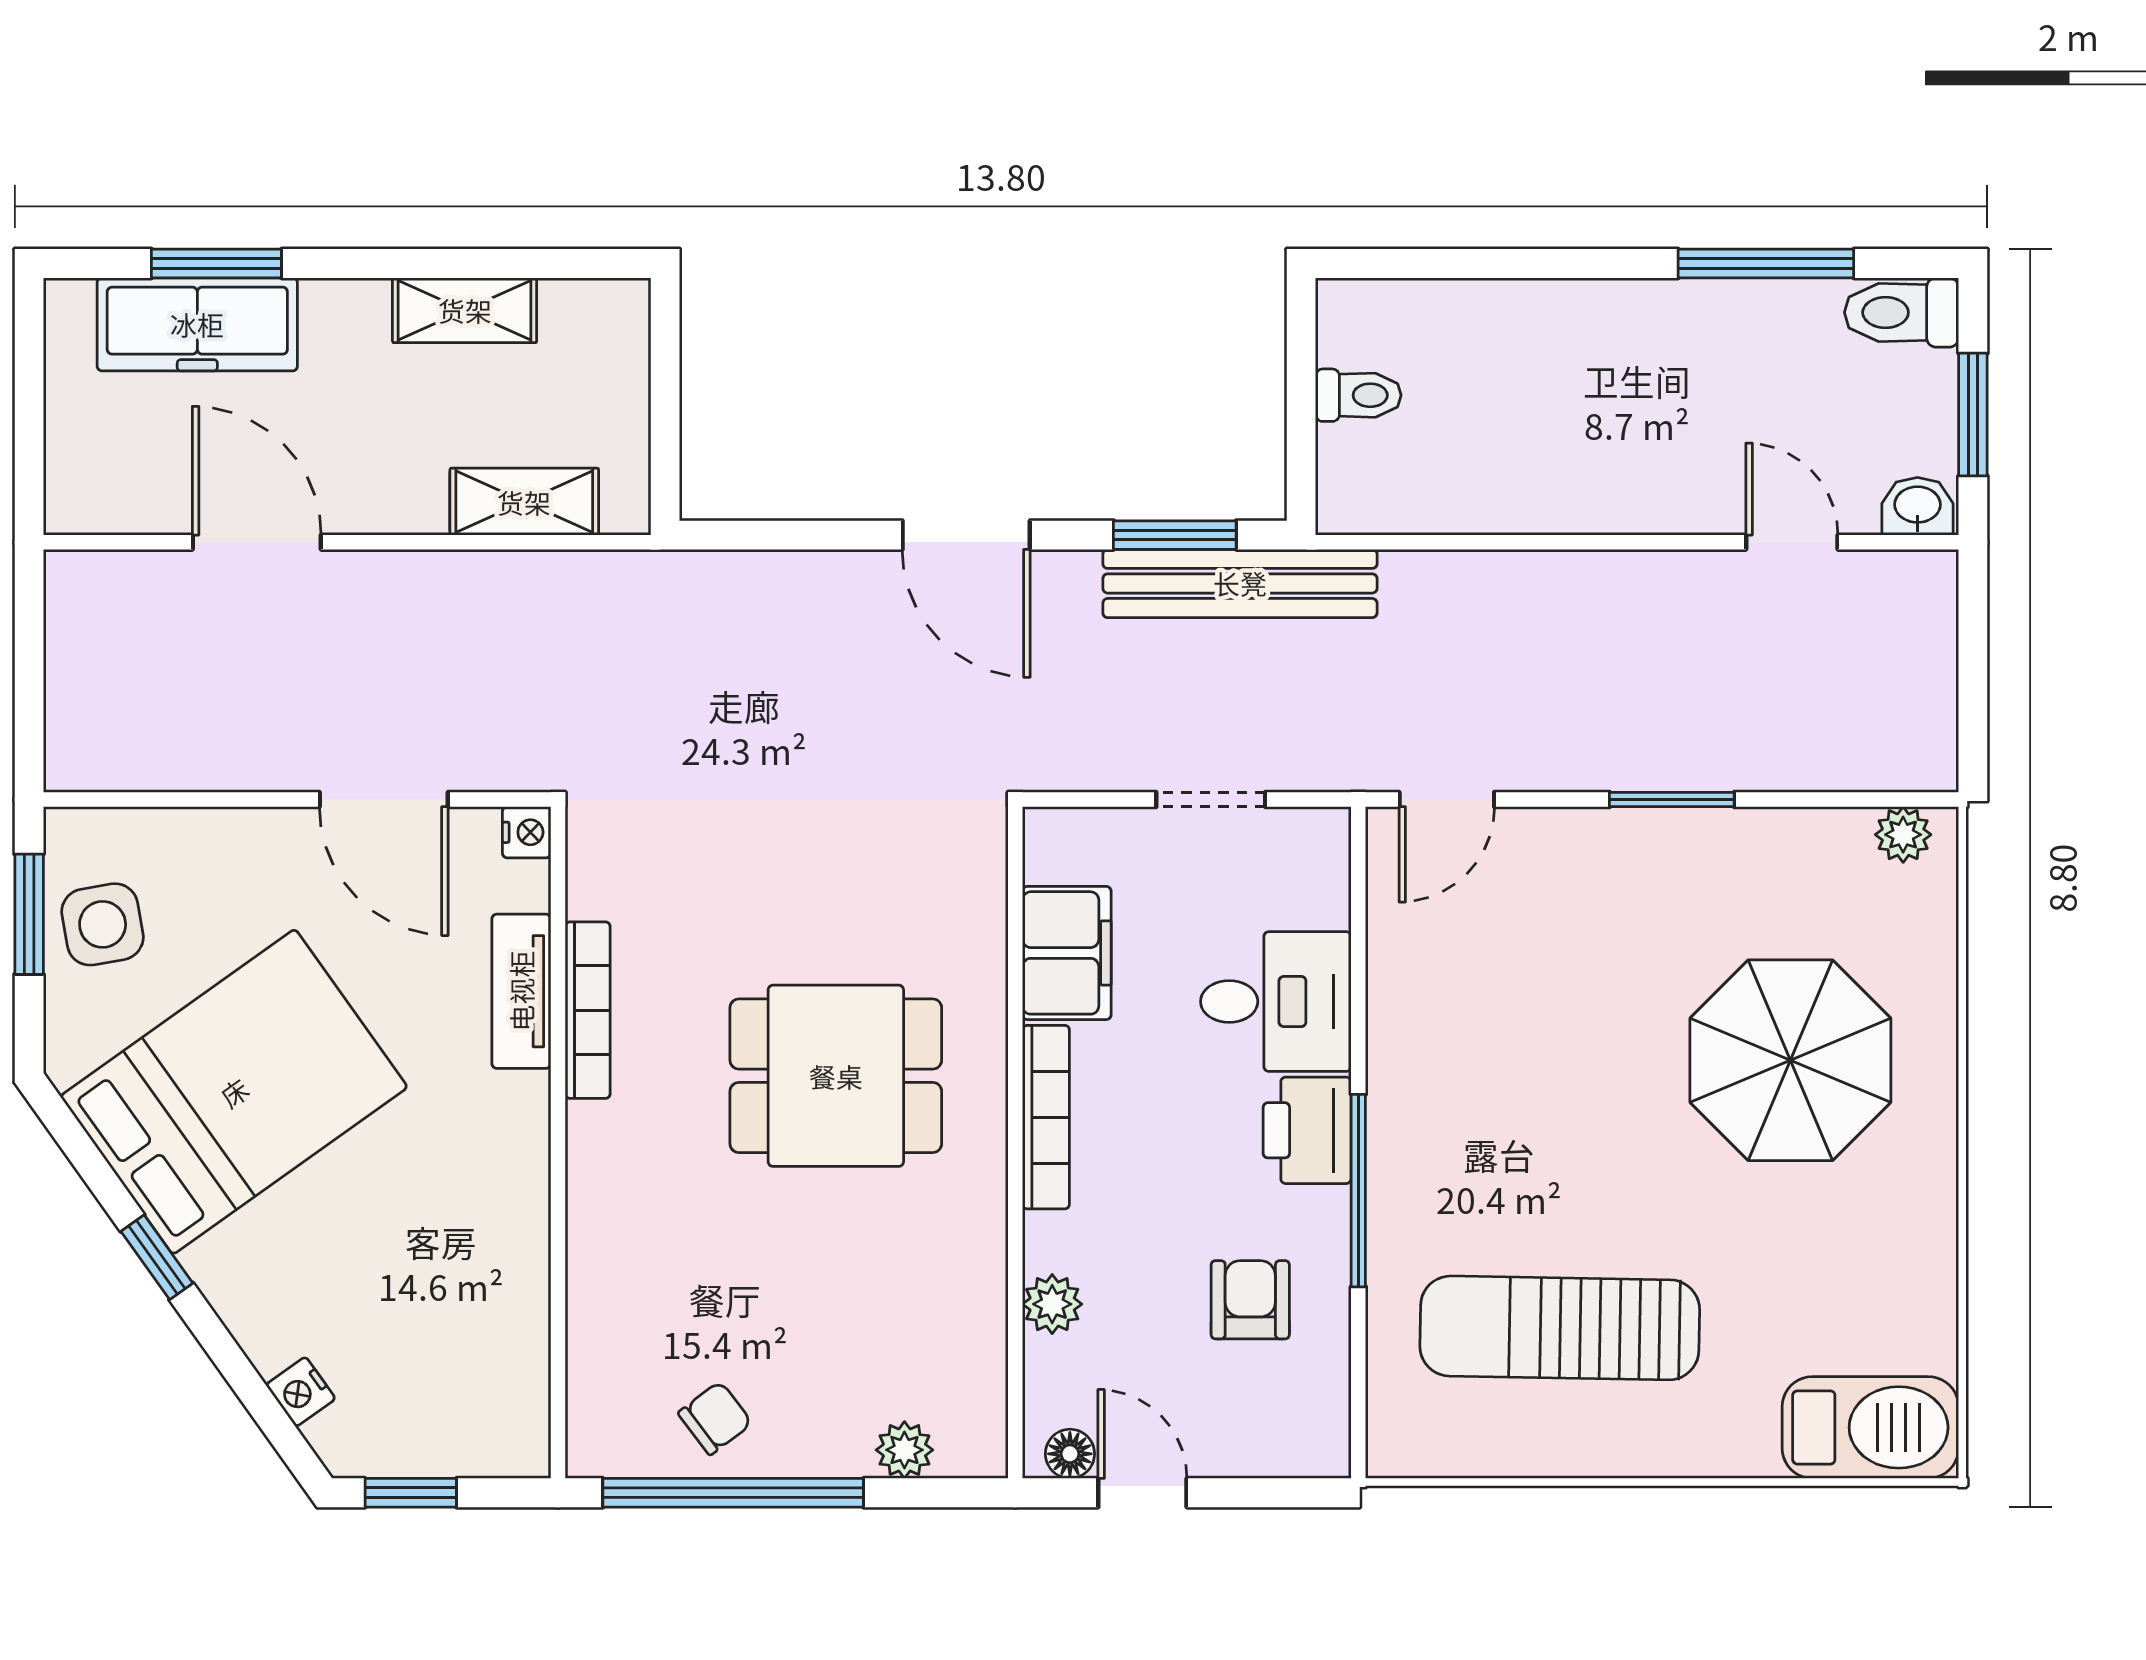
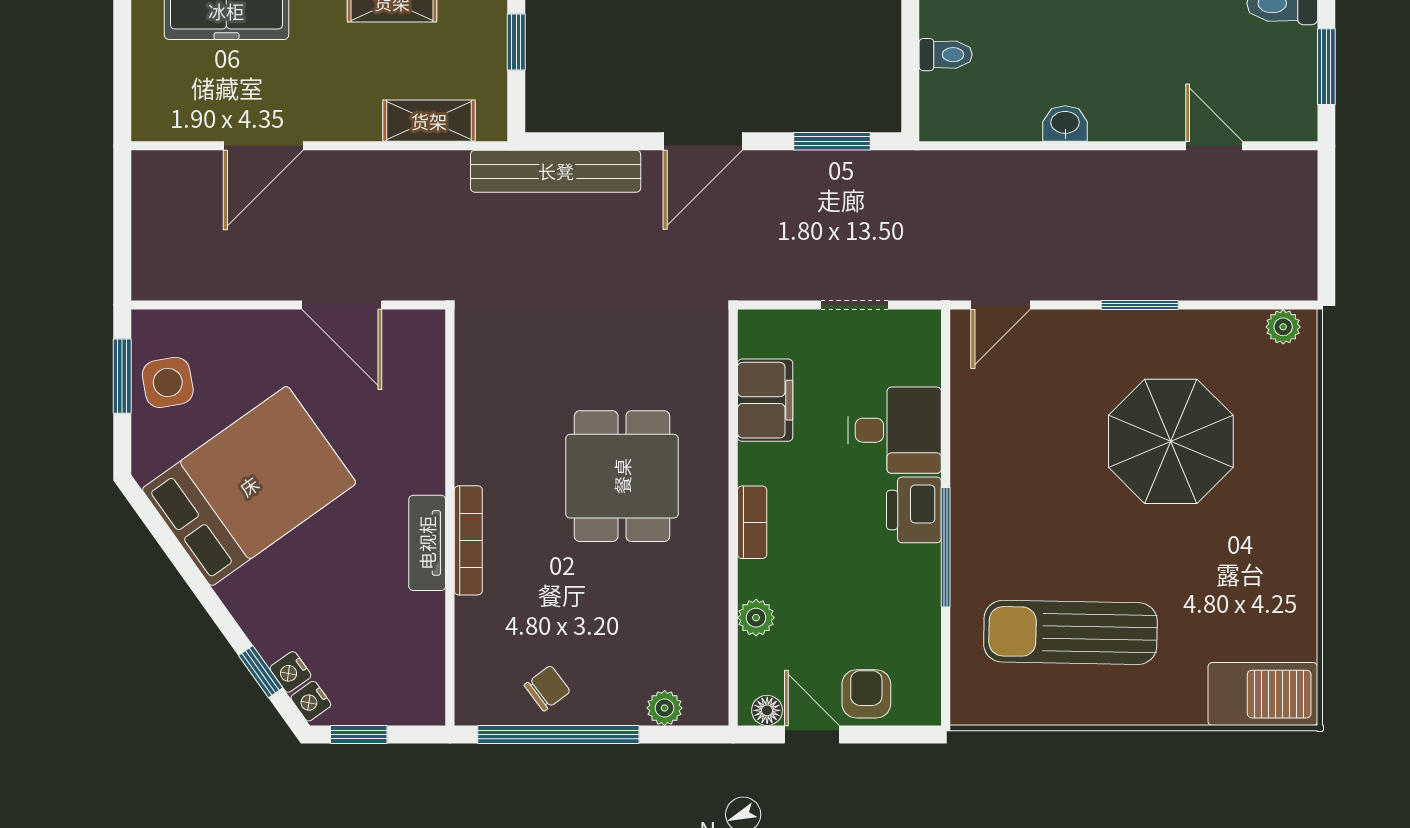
window: (665, 375) -> (516, 42), added
washbasin: (1917, 506) -> (1065, 123), moved
door: (966, 535) -> (703, 141), hinge flipped
door: (257, 542) -> (263, 146), swing flipped
bench: (1240, 583) -> (556, 171), moved
nightstand: (527, 832) -> (311, 701), moved, turned 145
tv unit: (521, 991) -> (427, 543), moved
bookcase: (588, 1010) -> (468, 540), moved
parasol: (1790, 1060) -> (1171, 441), moved
dining table: (836, 1076) -> (622, 476), turned 90
bookcase: (1046, 1117) -> (752, 522), width x0.64
window: (157, 1257) -> (261, 672), moved
armchair: (1250, 1300) -> (866, 694), moved

